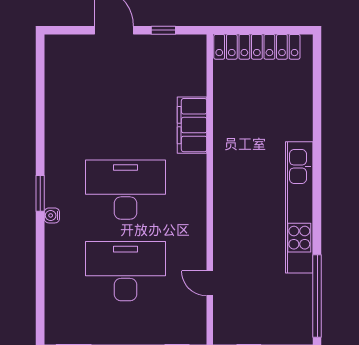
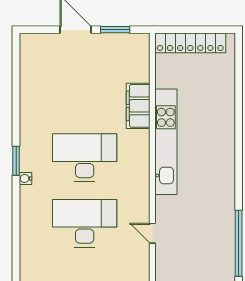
window: (163, 30) -> (115, 30), width x1.50
kitchen unit: (299, 207) -> (166, 142), moved, turned 180

